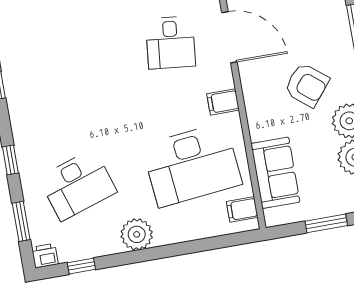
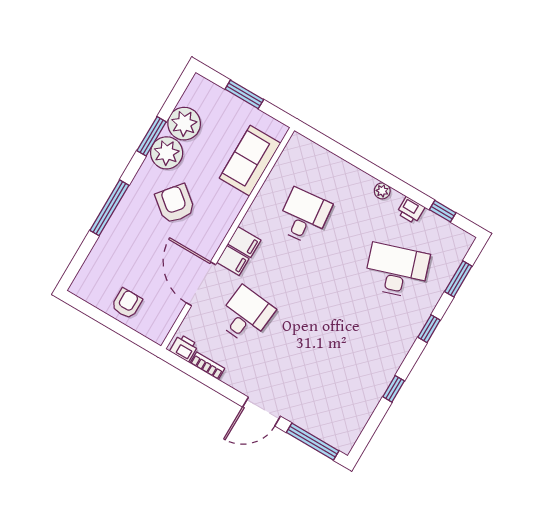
desk: (192, 165) -> (304, 216), width x0.53, depth x0.77
filing cabinet: (242, 209) -> (233, 260), moved
plant: (137, 234) -> (382, 191), width x0.53, depth x0.53
printer: (45, 256) -> (411, 210), moved

